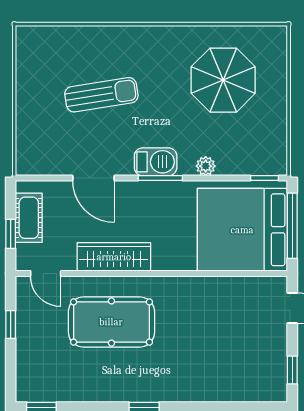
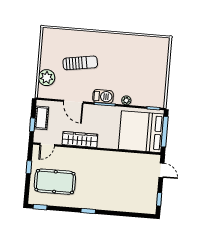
parasol: (223, 80) -> (138, 61), removed
plant: (33, 132) -> (47, 78), added
door: (46, 274) -> (47, 145), hinge flipped
pool table: (111, 322) -> (55, 182), moved

